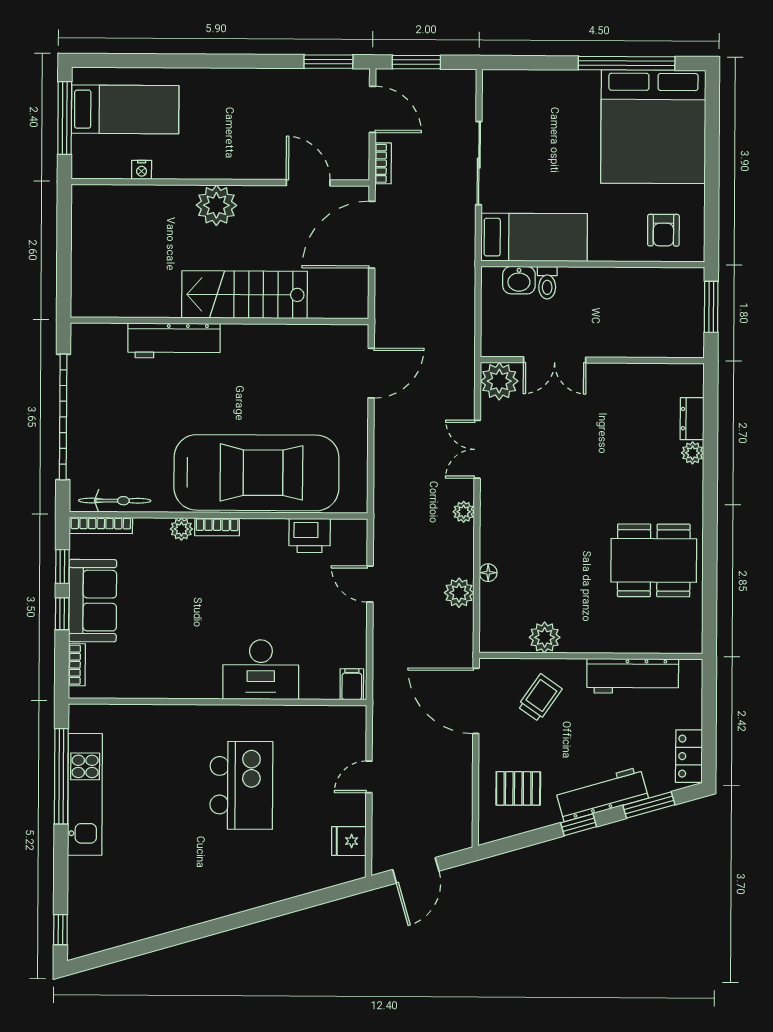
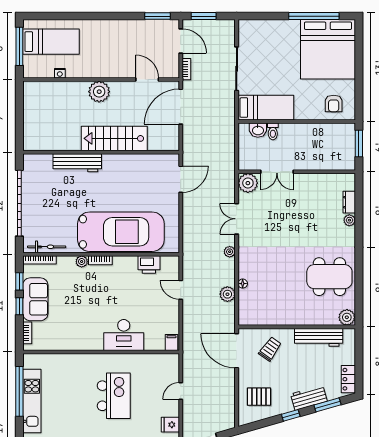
plant: (545, 637) -> (347, 317), moved
workbench: (602, 794) -> (309, 398), width x0.73

